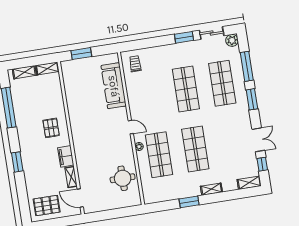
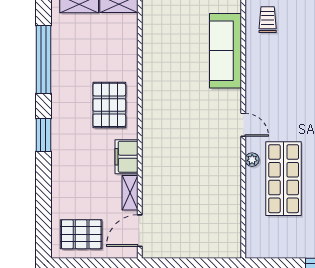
pallet: (51, 128) -> (109, 105), width x1.50, depth x1.42
window: (17, 162) -> (43, 135), moved
round table: (123, 178) -> (216, 209), removed
door: (80, 198) -> (140, 231), hinge flipped

